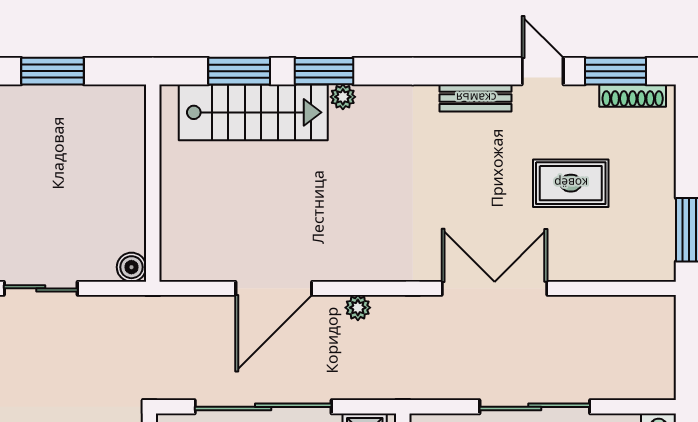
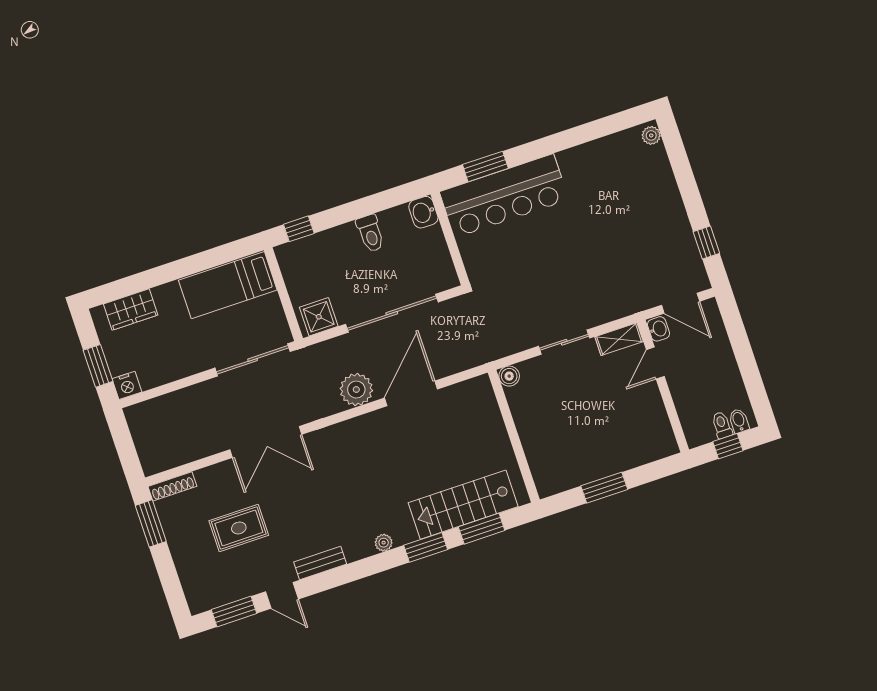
shoe rack: (633, 96) -> (172, 486), moved, turned 180
plant: (343, 97) -> (384, 543), moved
plant: (358, 308) -> (356, 390), width x1.88, depth x1.88
sliding door: (535, 407) -> (253, 360), moved

